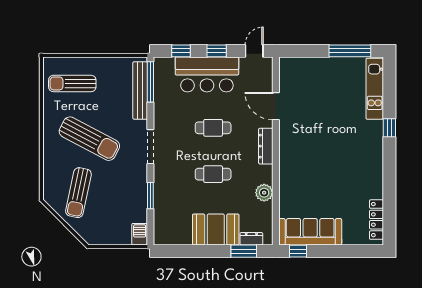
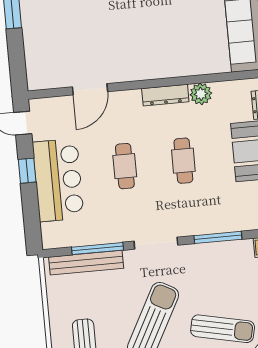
window: (181, 51) -> (31, 216), removed
window: (150, 82) -> (98, 249), moved
dresser: (266, 146) -> (165, 95), moved
window: (150, 196) -> (218, 237), width x1.44

